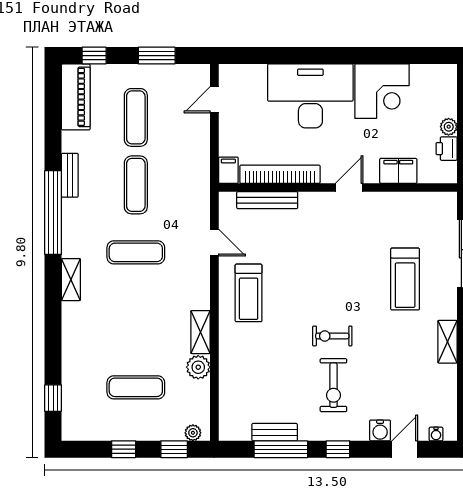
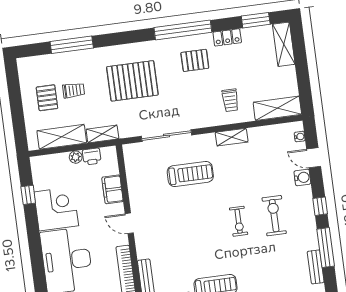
window: (406, 56) -> (28, 195), added
exercise bike: (333, 385) -> (274, 216), turned -90
bench: (275, 432) -> (316, 267), moved

